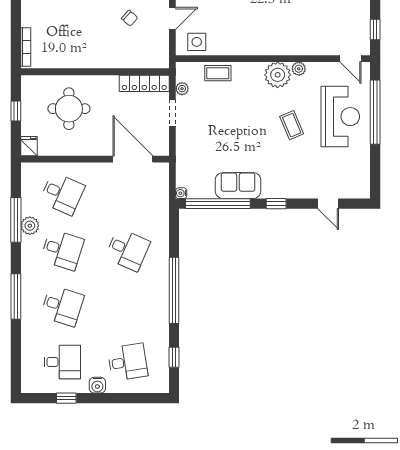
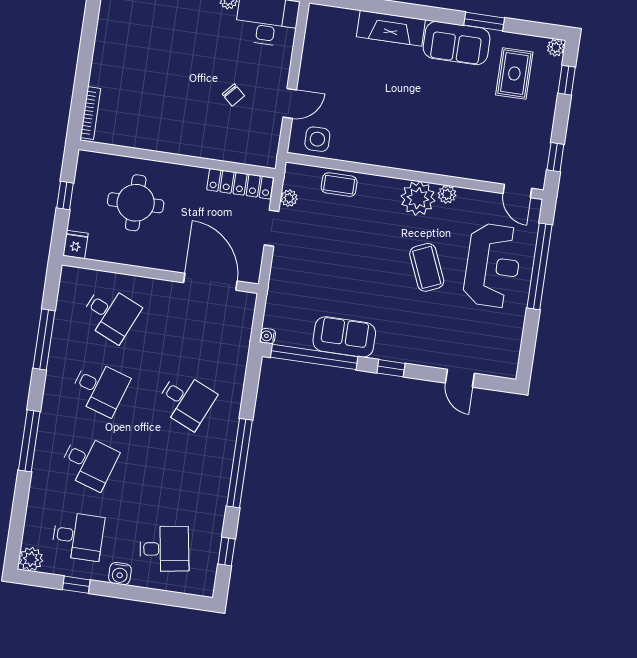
coffee table: (292, 125) -> (427, 267), width x1.36, depth x1.30
plant: (30, 226) -> (31, 559), moved

